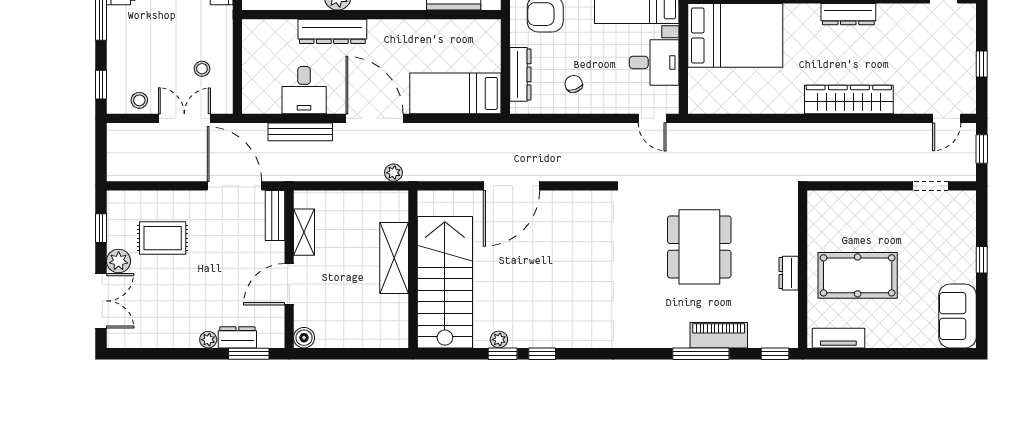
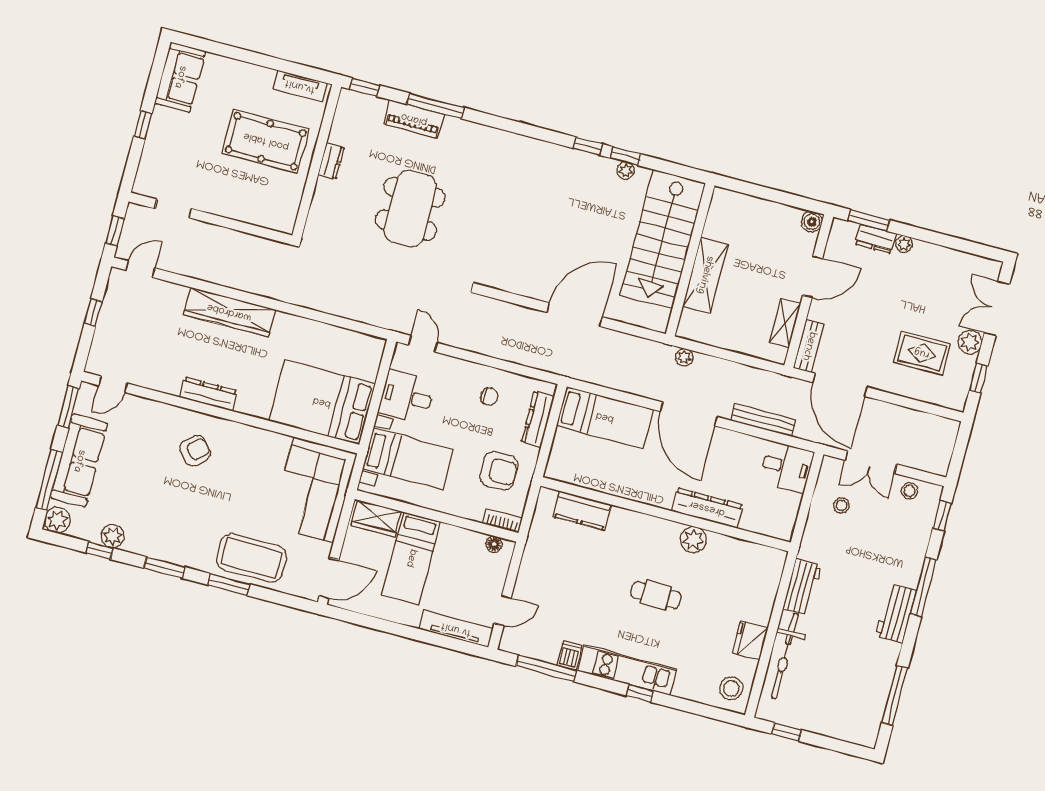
chair: (574, 84) -> (489, 397), turned -69
desk: (304, 90) -> (786, 467), moved, turned 90

